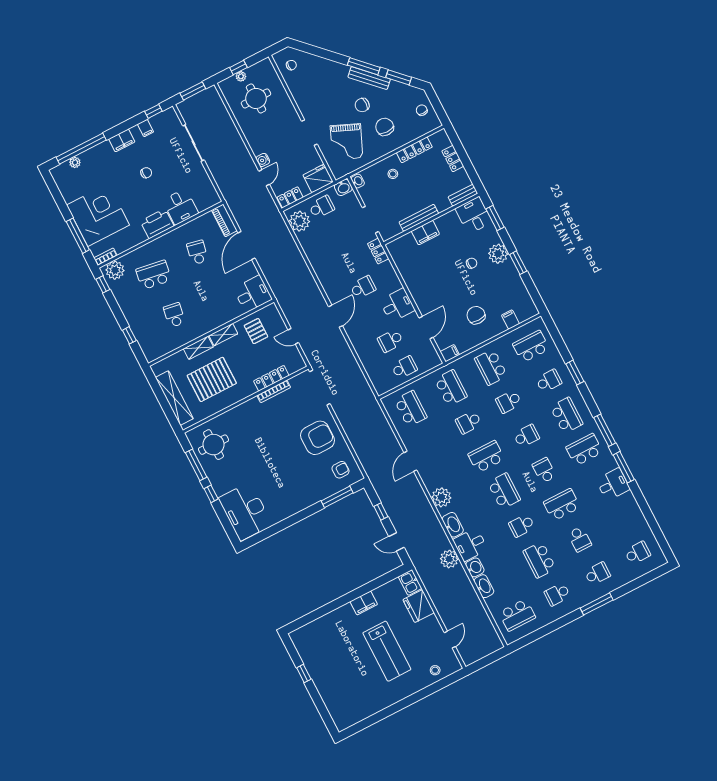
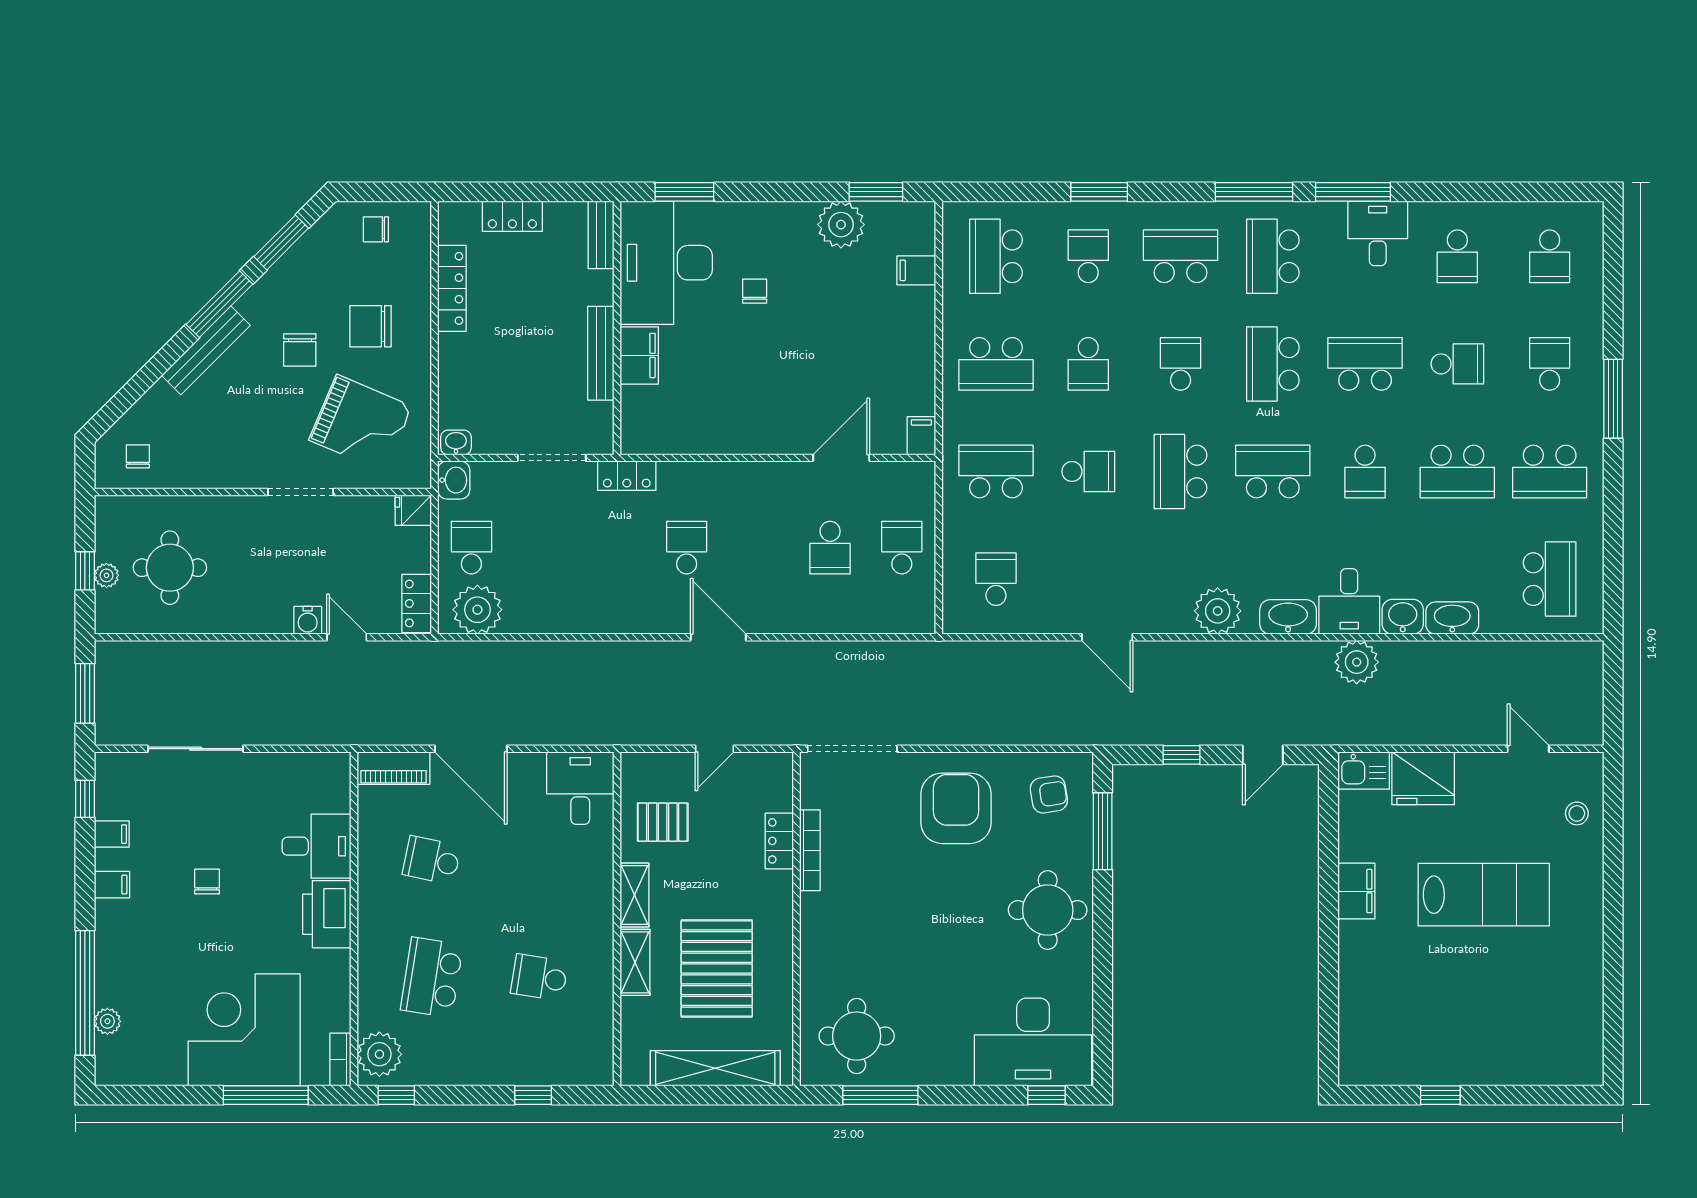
bench: (369, 78) -> (206, 350), moved
filing cabinet: (122, 140) -> (112, 885), width x0.50
stool: (393, 174) -> (479, 360), removed
fridge: (318, 178) -> (413, 510), width x0.53, depth x0.75
desk: (474, 215) -> (666, 263), width x1.87, depth x1.30
plant: (498, 254) -> (841, 225), moved
window: (518, 263) -> (876, 192), moved
desk: (397, 305) -> (762, 494), removed
chair: (476, 315) -> (869, 339), removed
door: (426, 328) -> (841, 458), hinge flipped
locker: (271, 378) -> (779, 841), width x0.66
school desk: (411, 409) -> (996, 579), width x0.54
school desk: (469, 422) -> (1088, 471), turned -90
armchair: (341, 470) -> (1049, 794), turned 81
school desk: (544, 470) -> (1273, 364), width x1.85
round table: (297, 492) -> (1048, 910), added
window: (211, 494) -> (1046, 1095), moved
school desk: (562, 505) -> (1365, 364), turned 90
school desk: (620, 518) -> (1457, 256), added
school desk: (638, 553) -> (1550, 256), turned 180
school desk: (557, 594) -> (1550, 471), width x1.85

